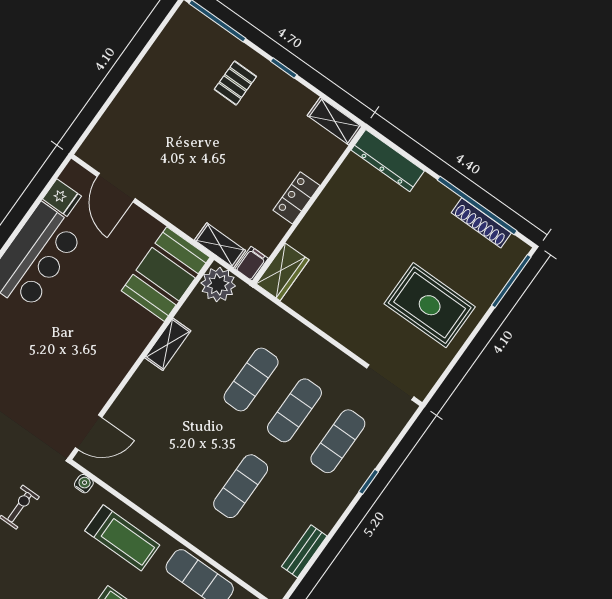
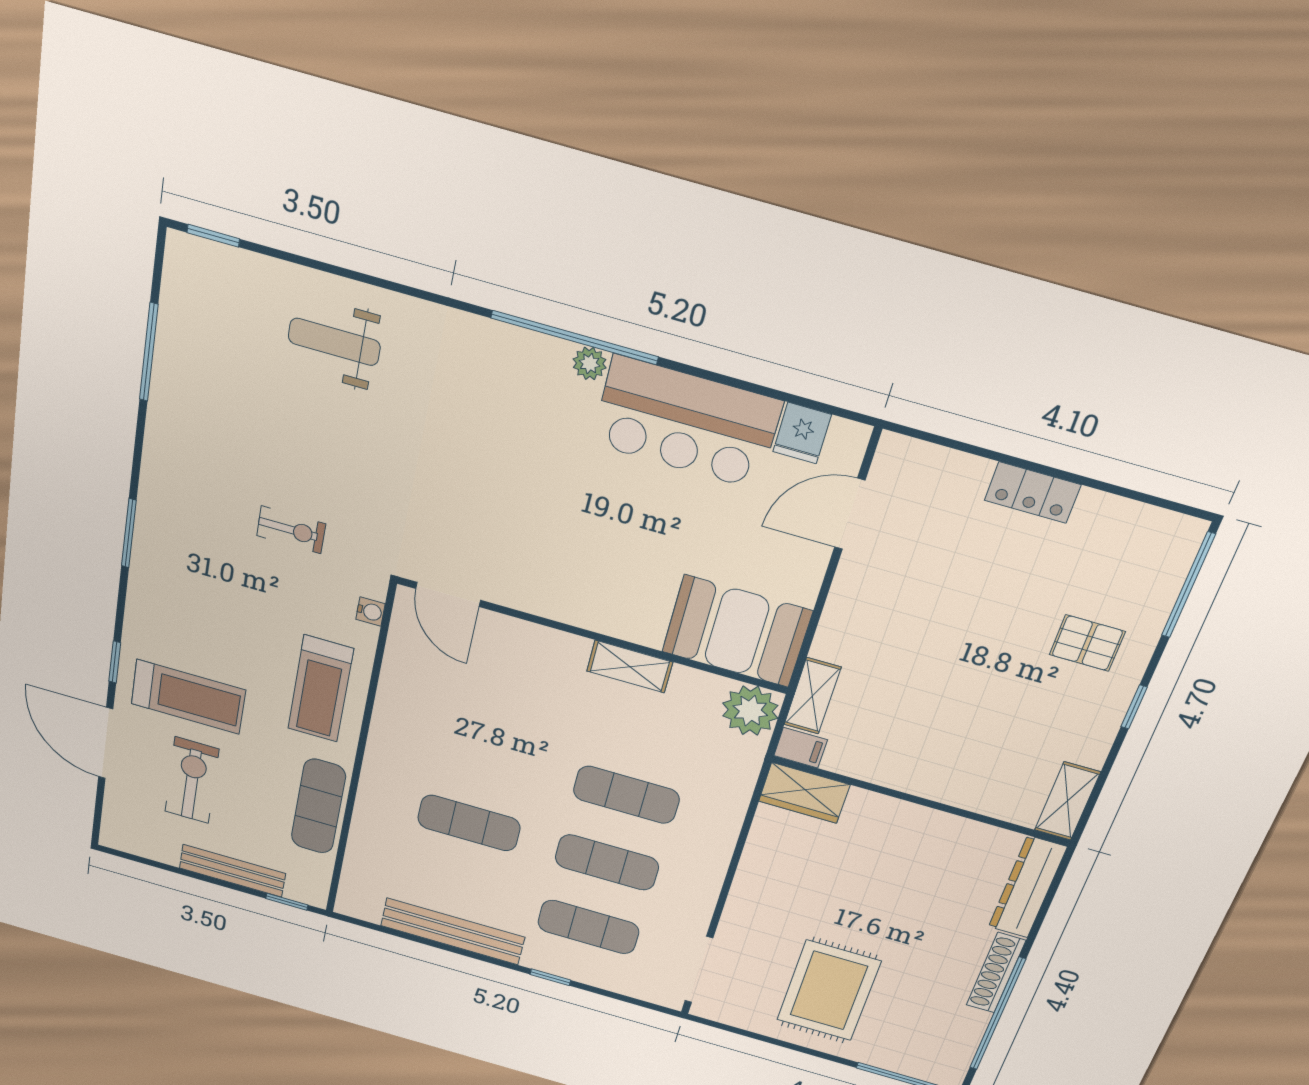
locker: (296, 198) -> (1033, 493), moved, turned 180
shoe rack: (481, 223) -> (996, 973), moved
bench: (304, 551) -> (453, 931), width x1.86, depth x1.21

